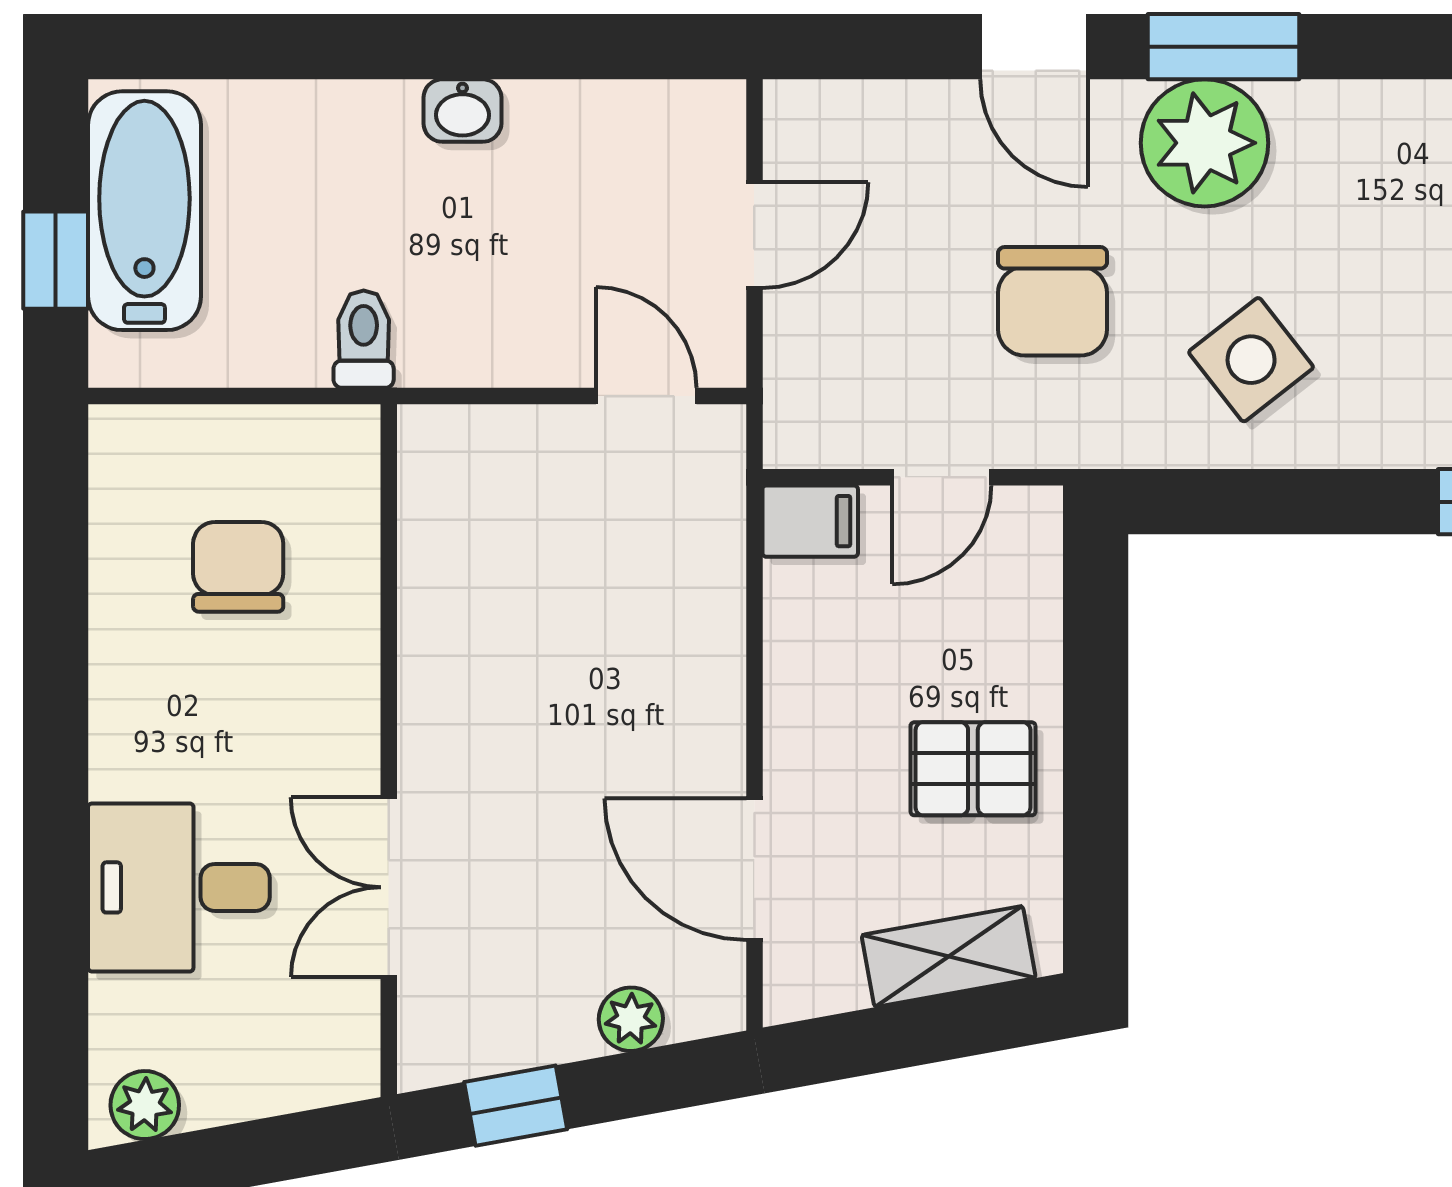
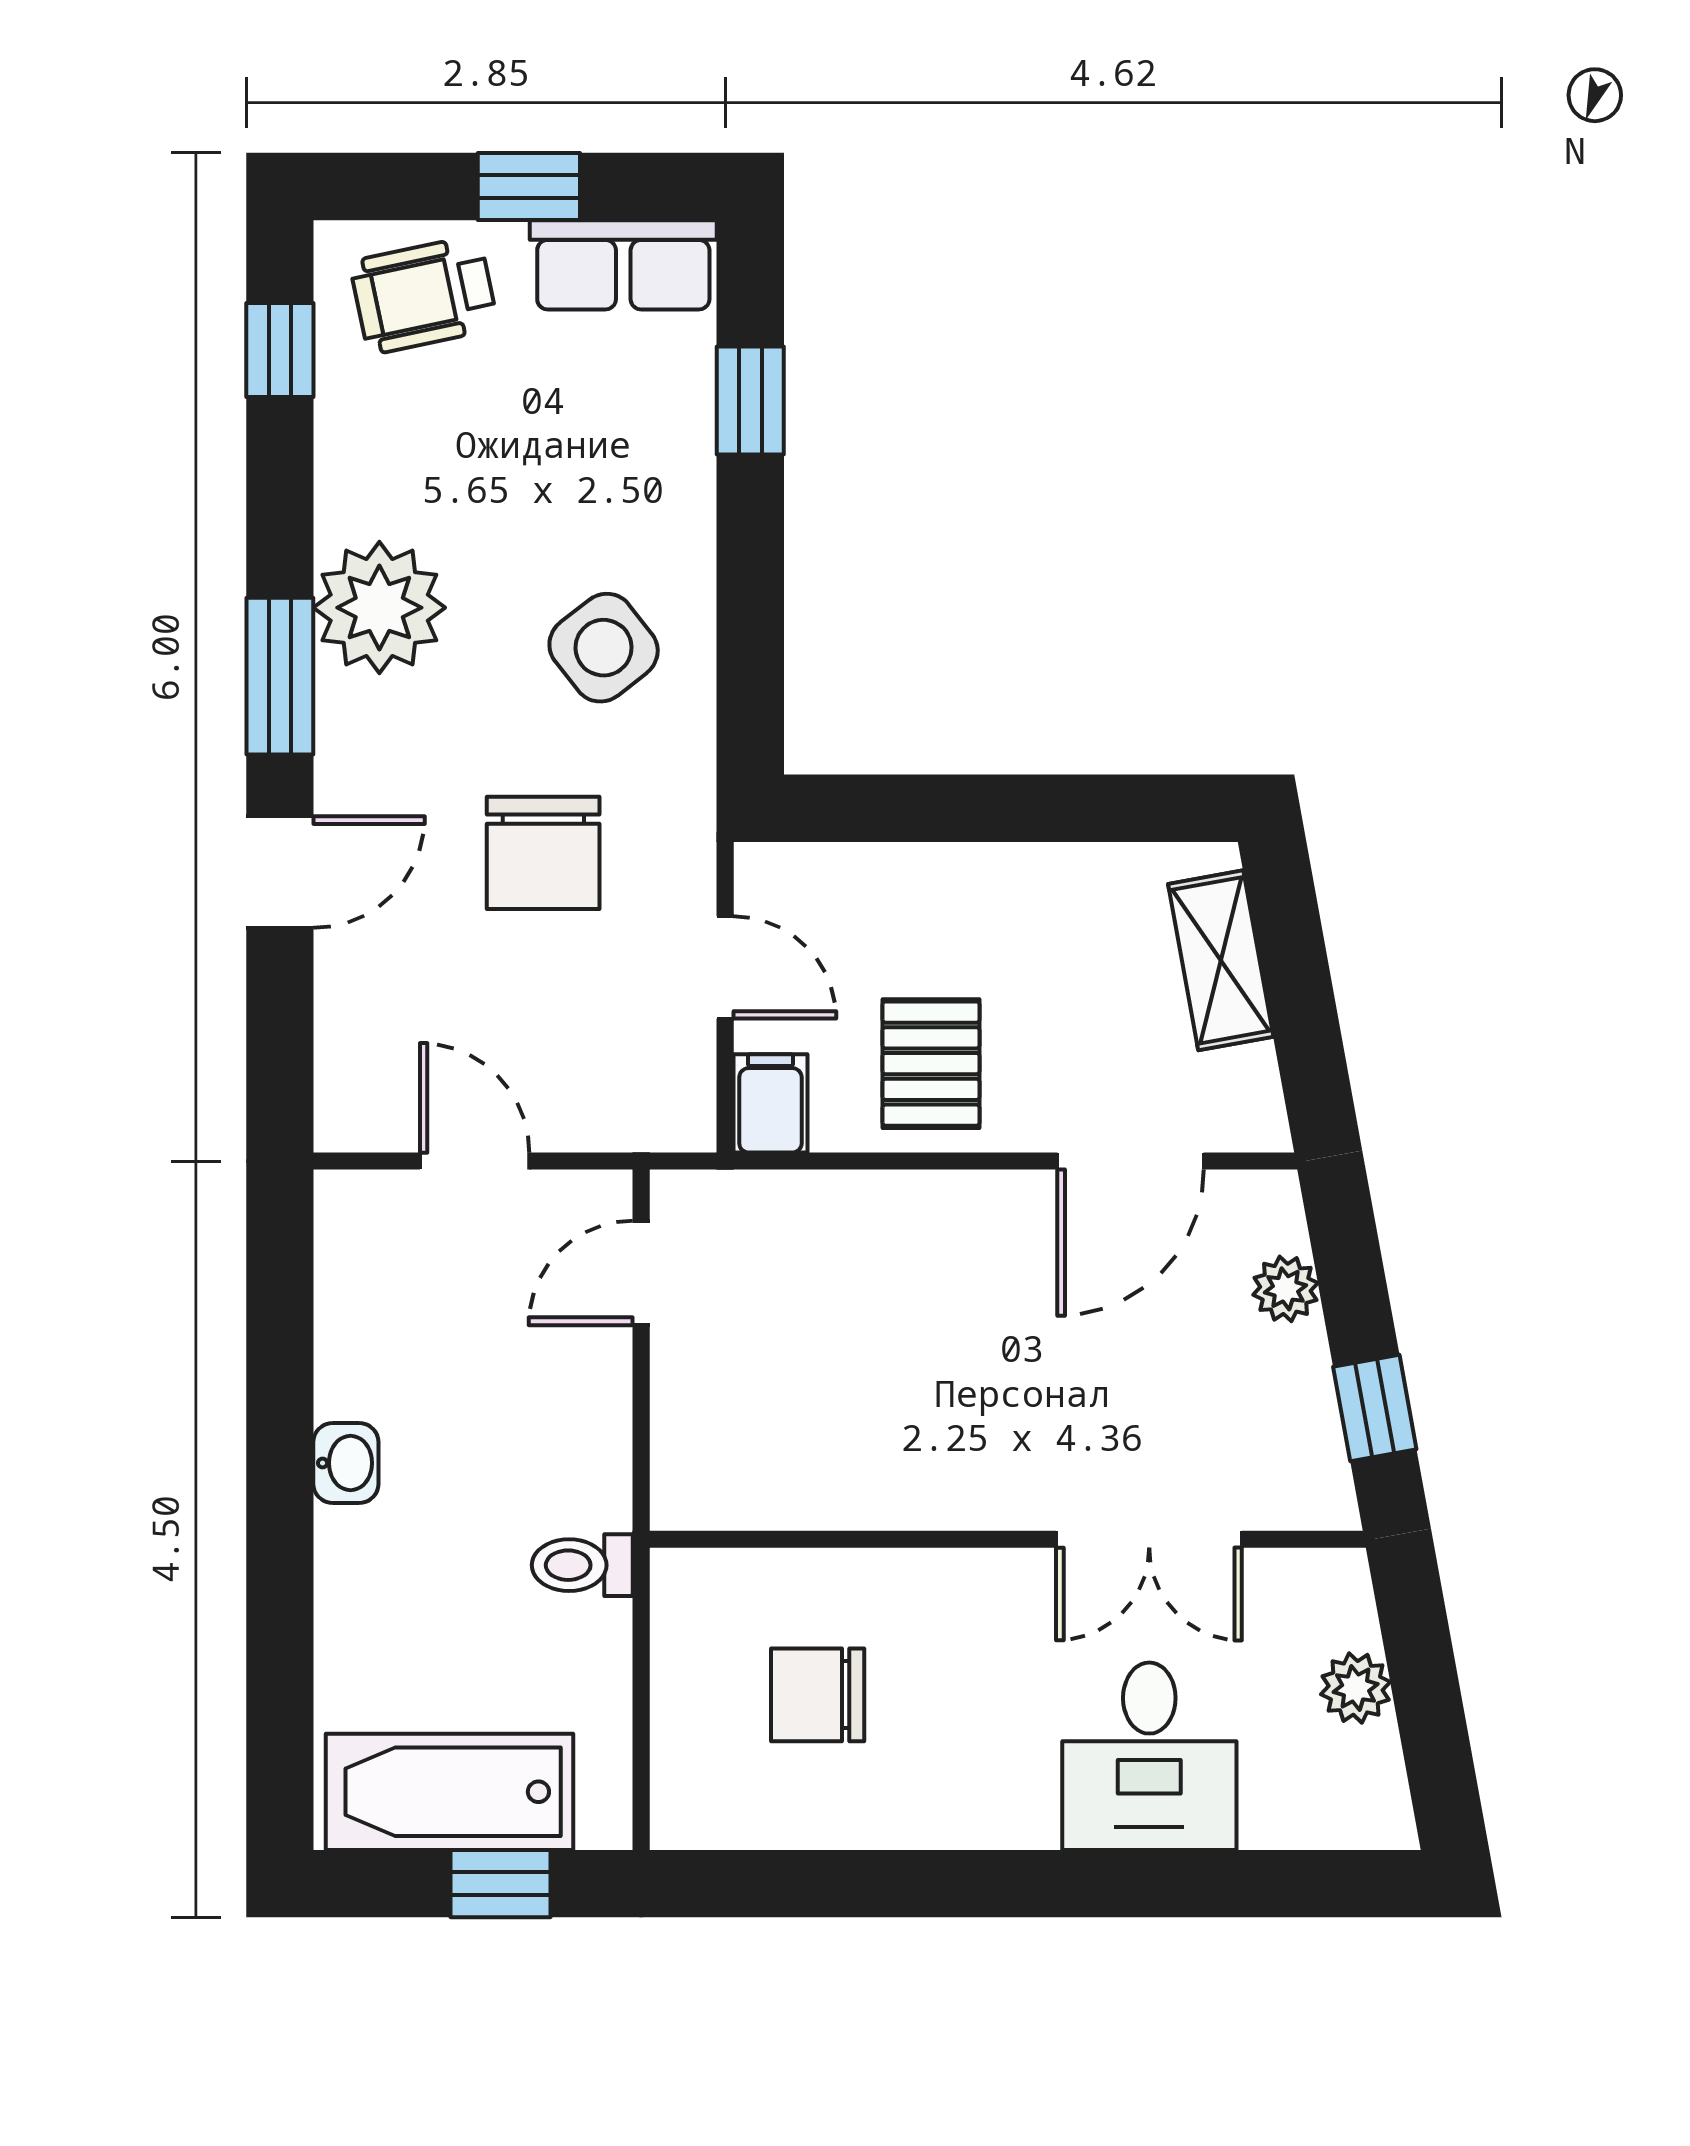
plant: (1205, 143) -> (379, 608), moved
chair: (1053, 301) -> (543, 853), turned 90
pallet: (973, 769) -> (931, 1064), moved
plant: (145, 1105) -> (1356, 1688), moved

